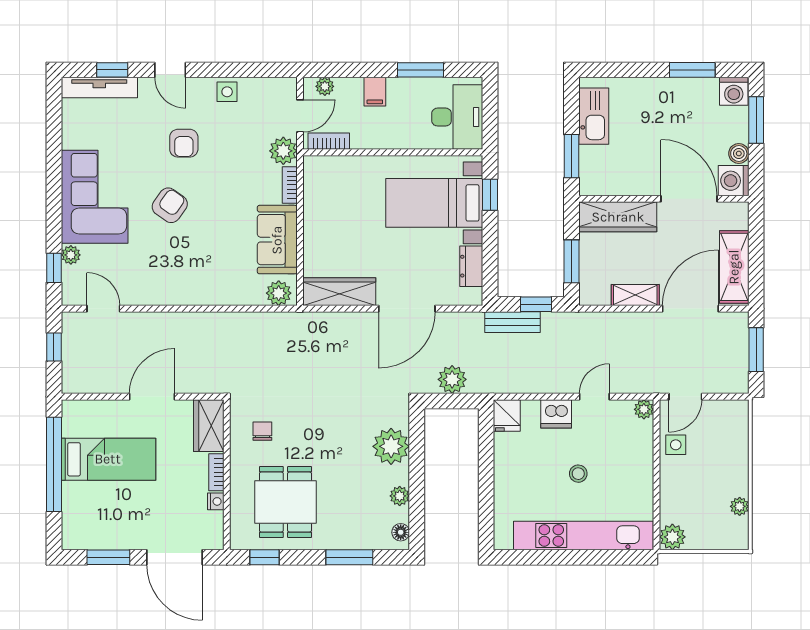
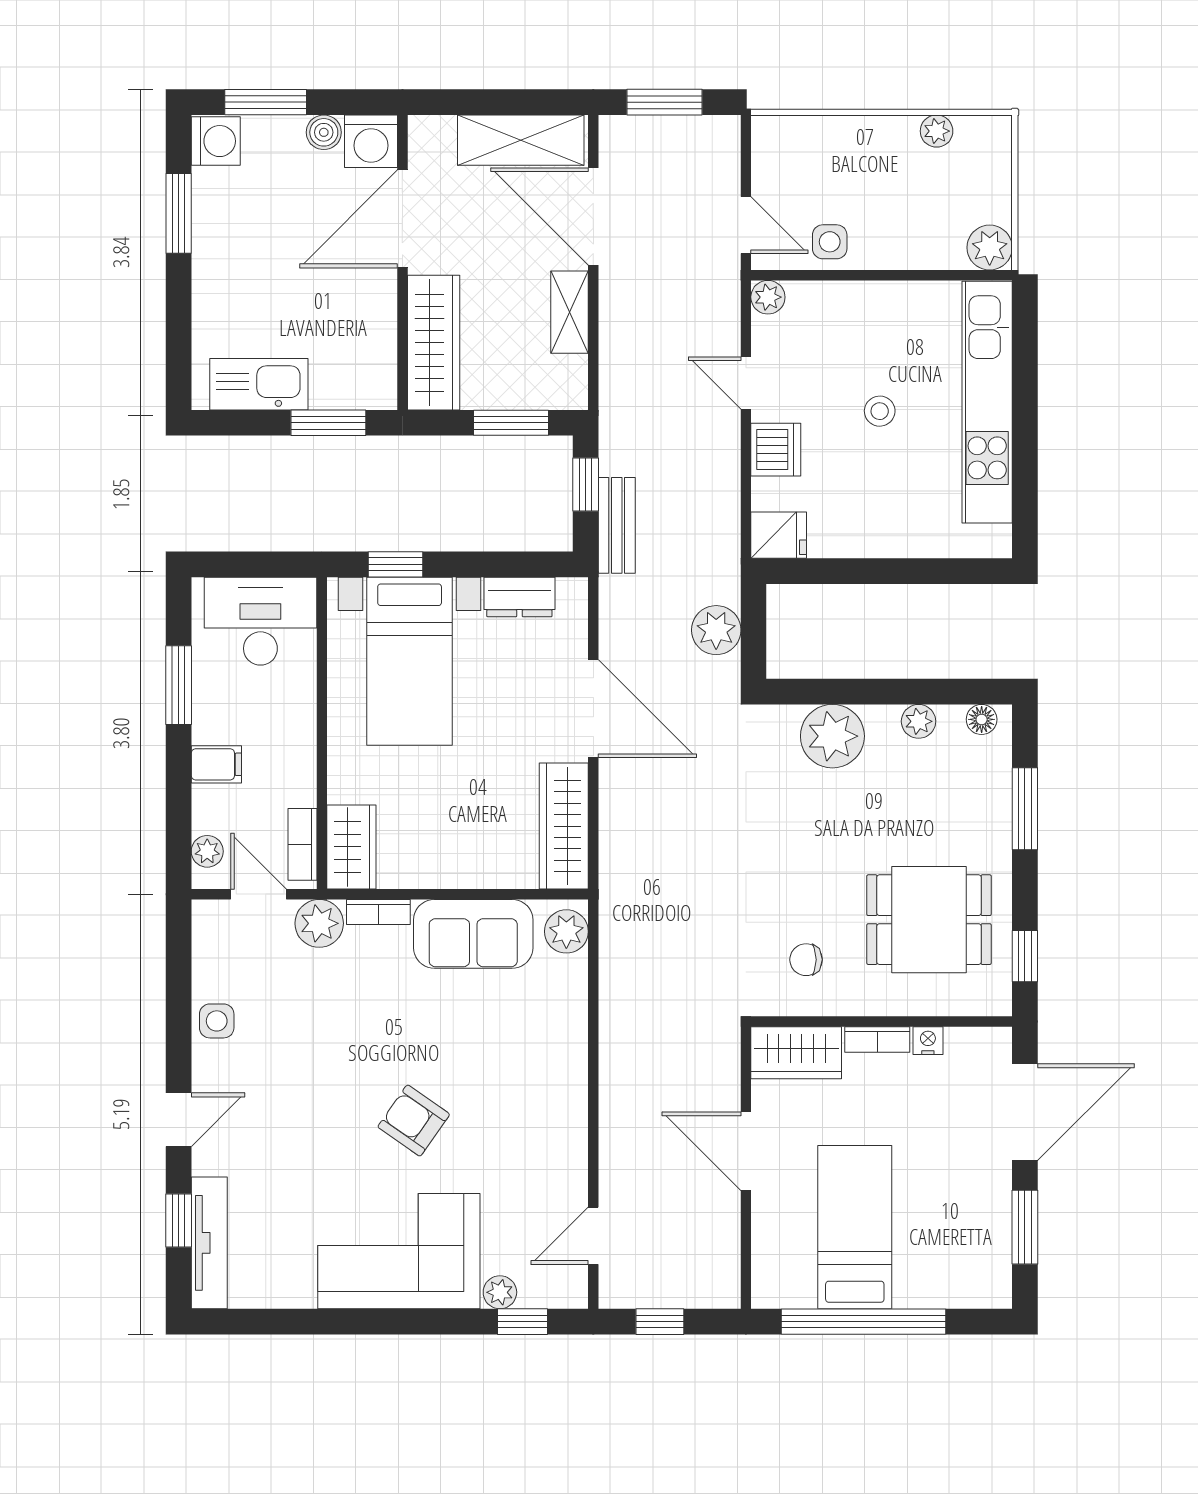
armchair: (184, 143) -> (306, 1096), removed
wardrobe: (327, 169) -> (351, 847), added

